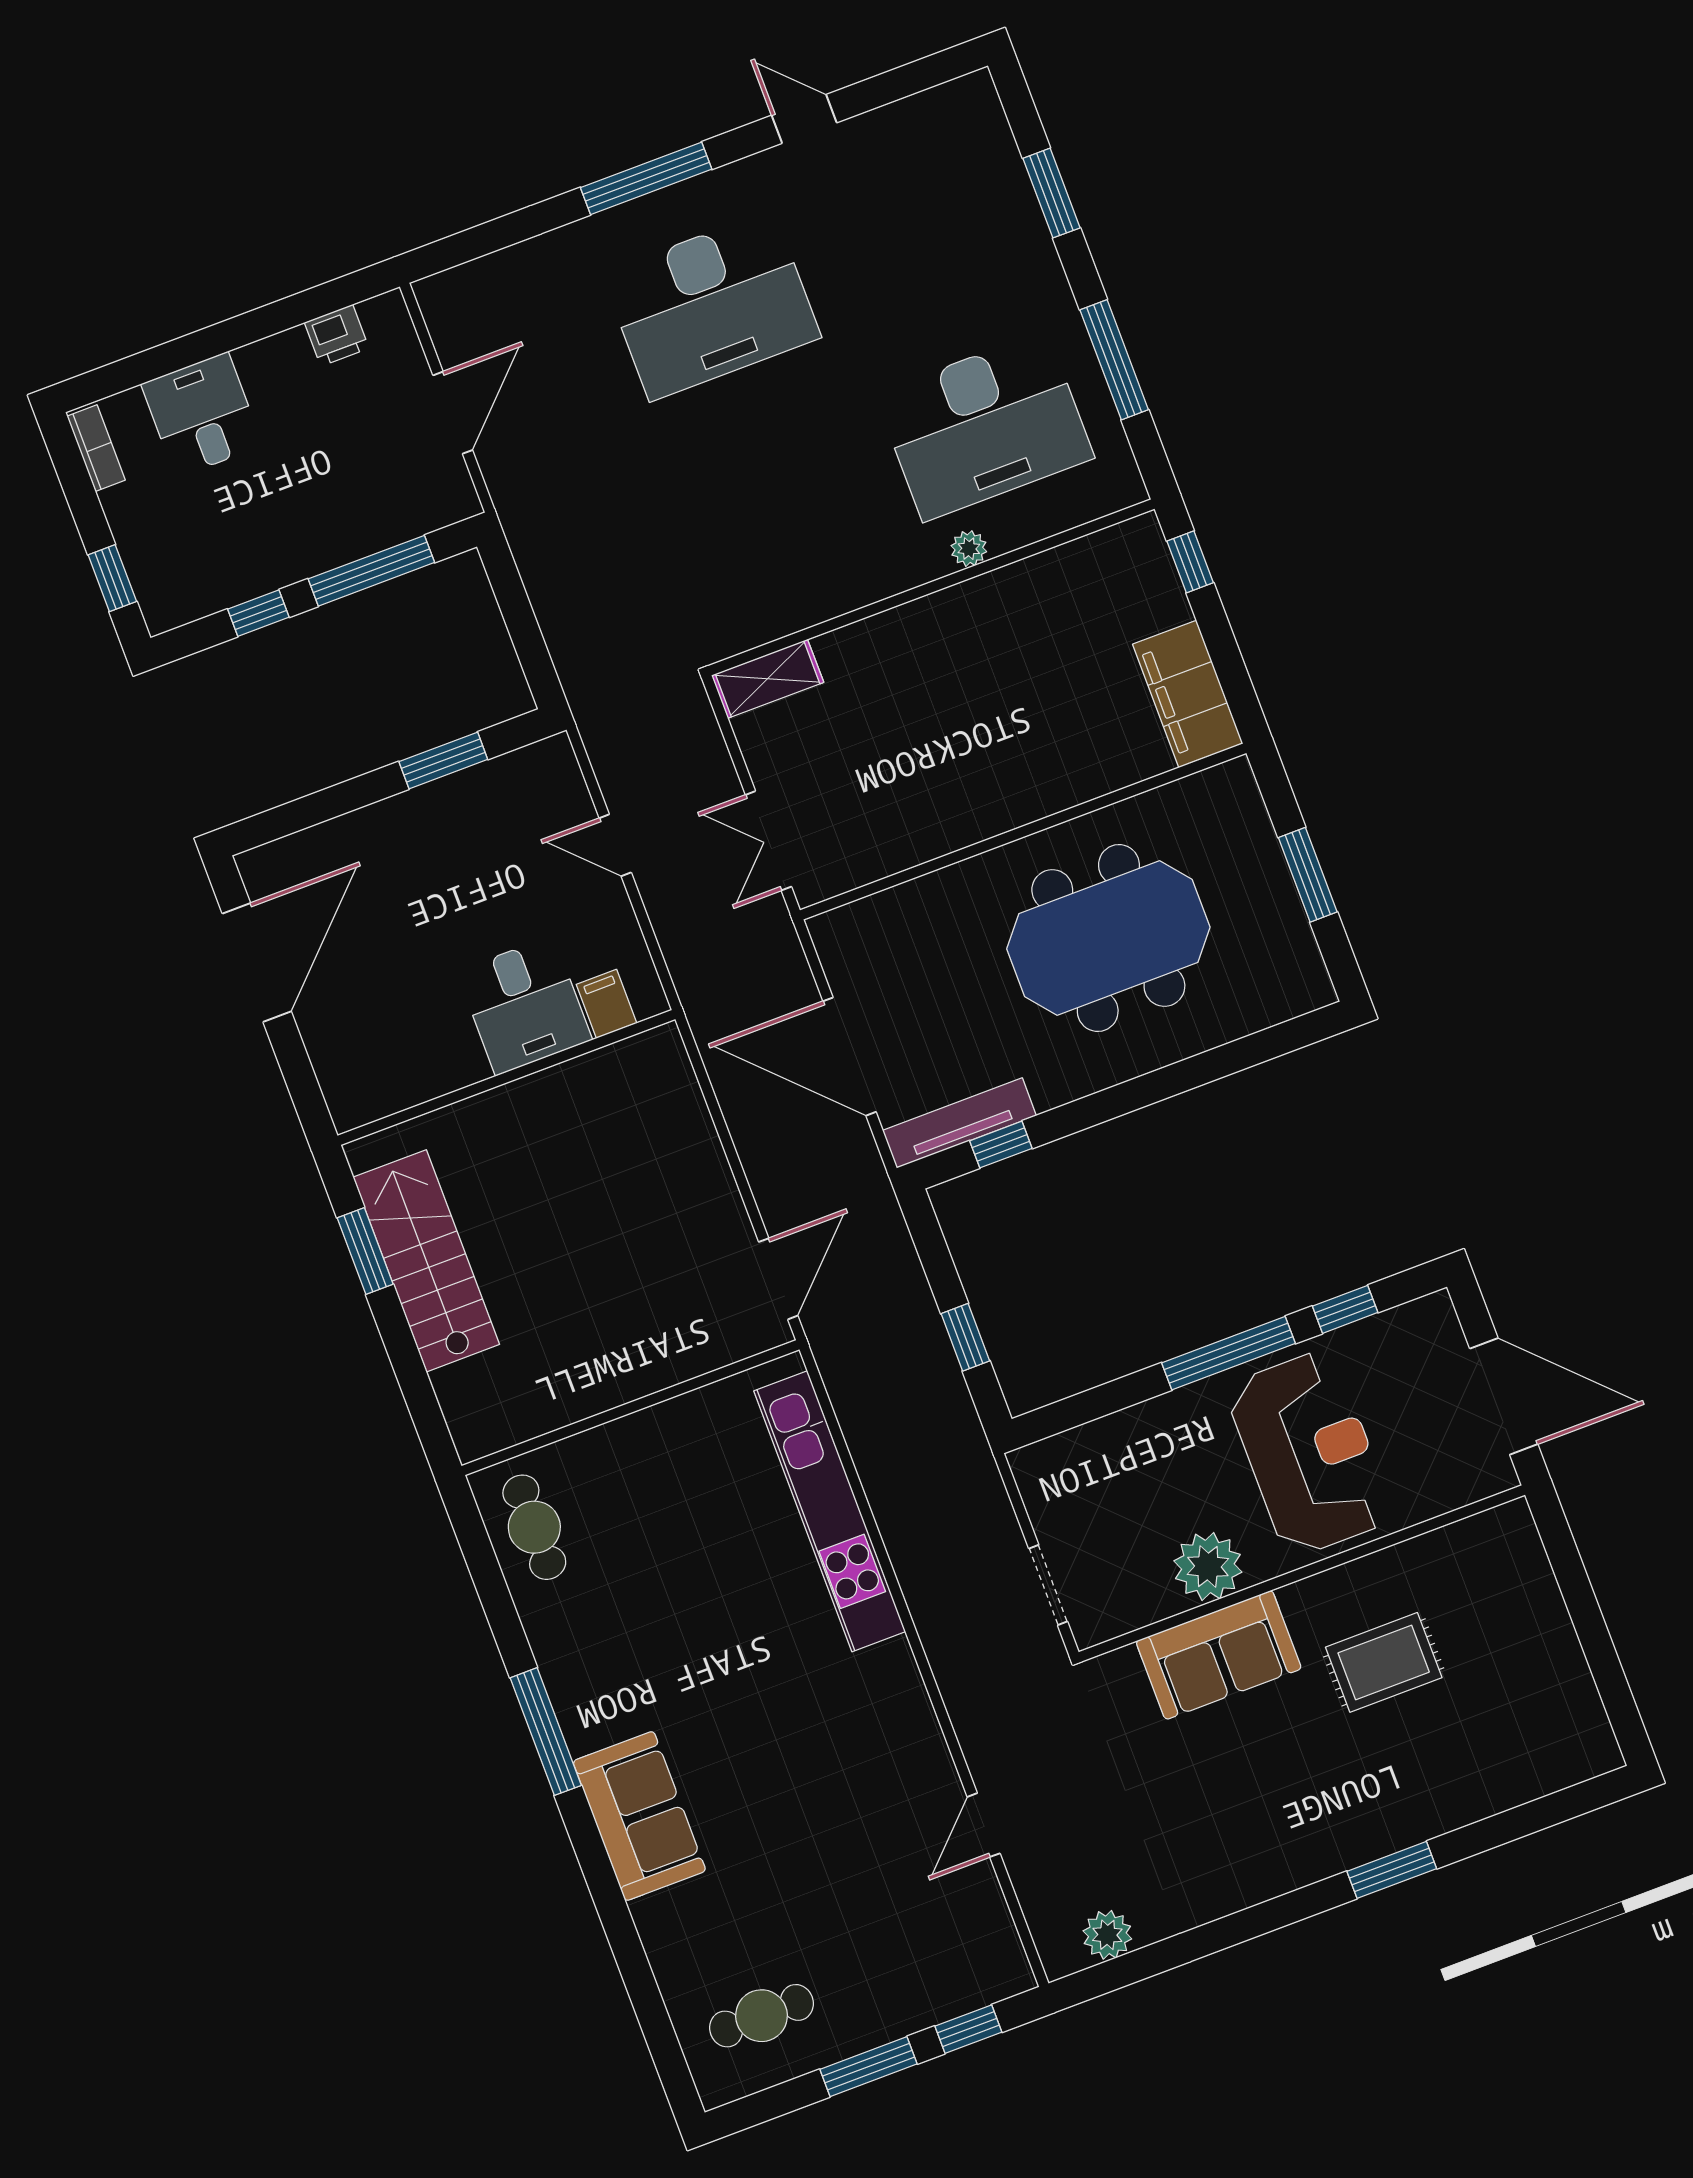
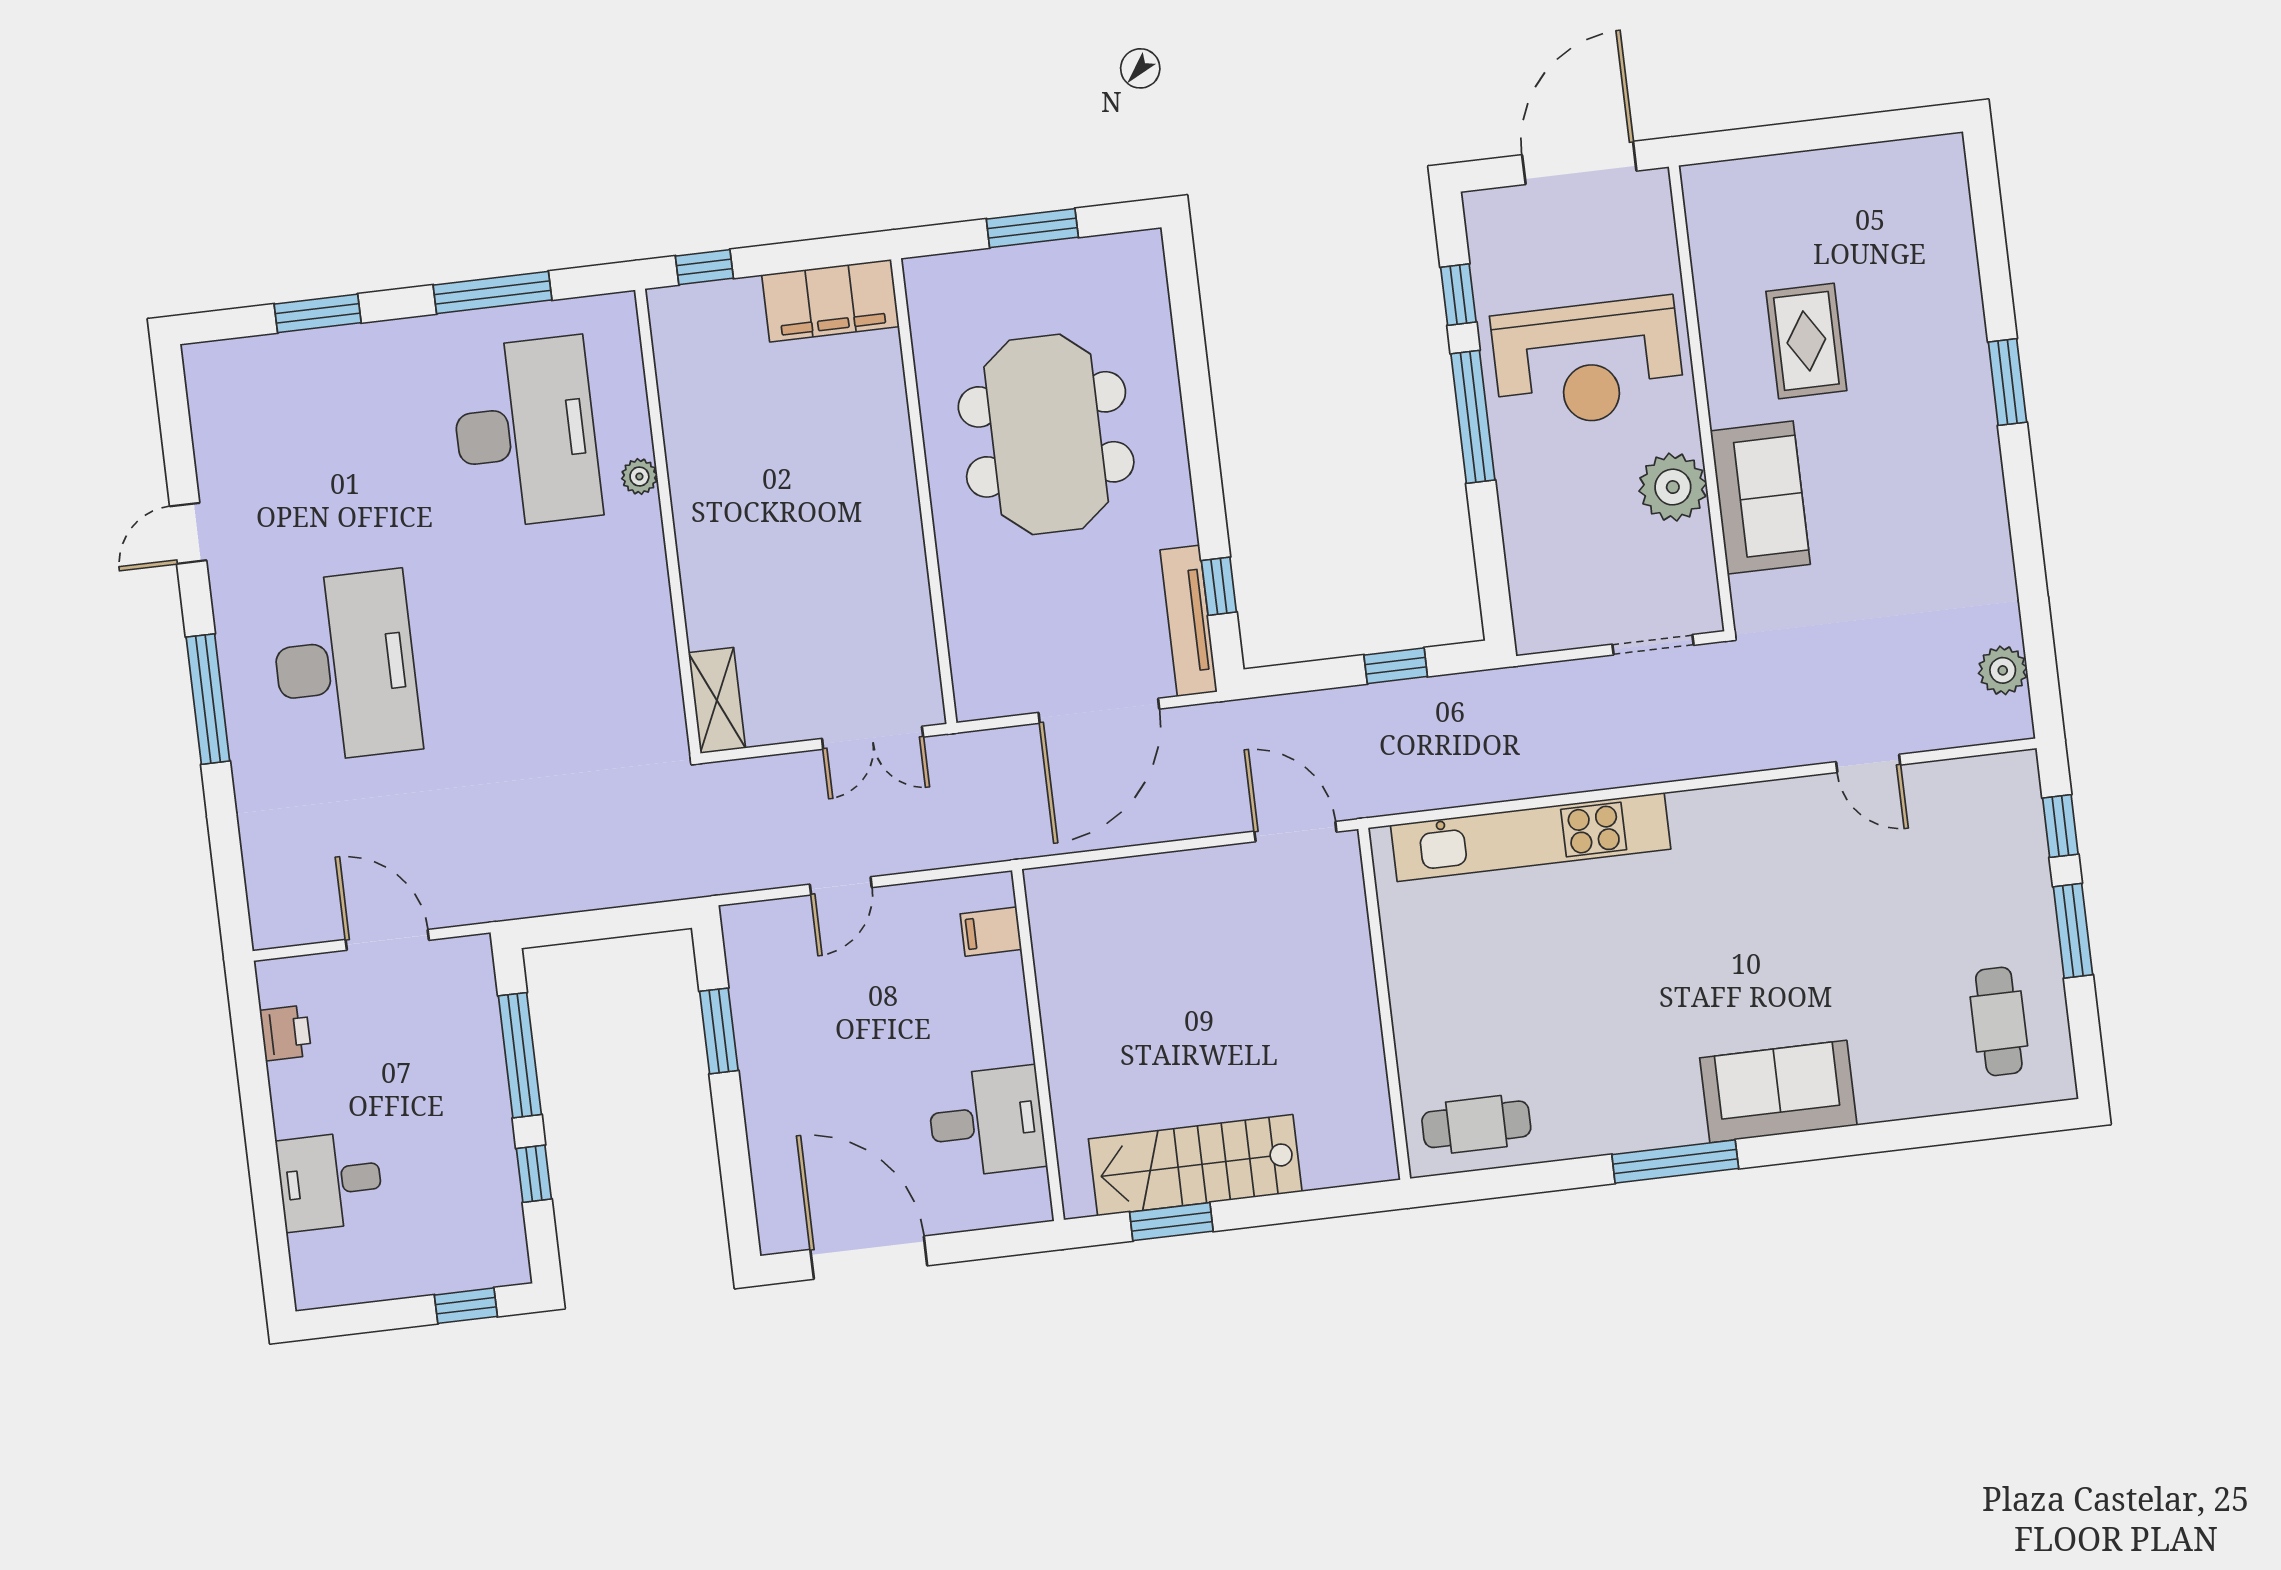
bookcase: (96, 448) -> (337, 1291), removed
desk: (524, 1006) -> (987, 1122), moved
reception desk: (1309, 1453) -> (1588, 363), turned 180

